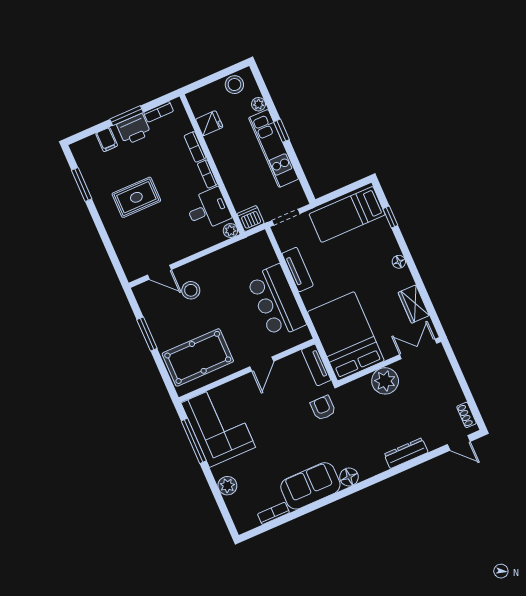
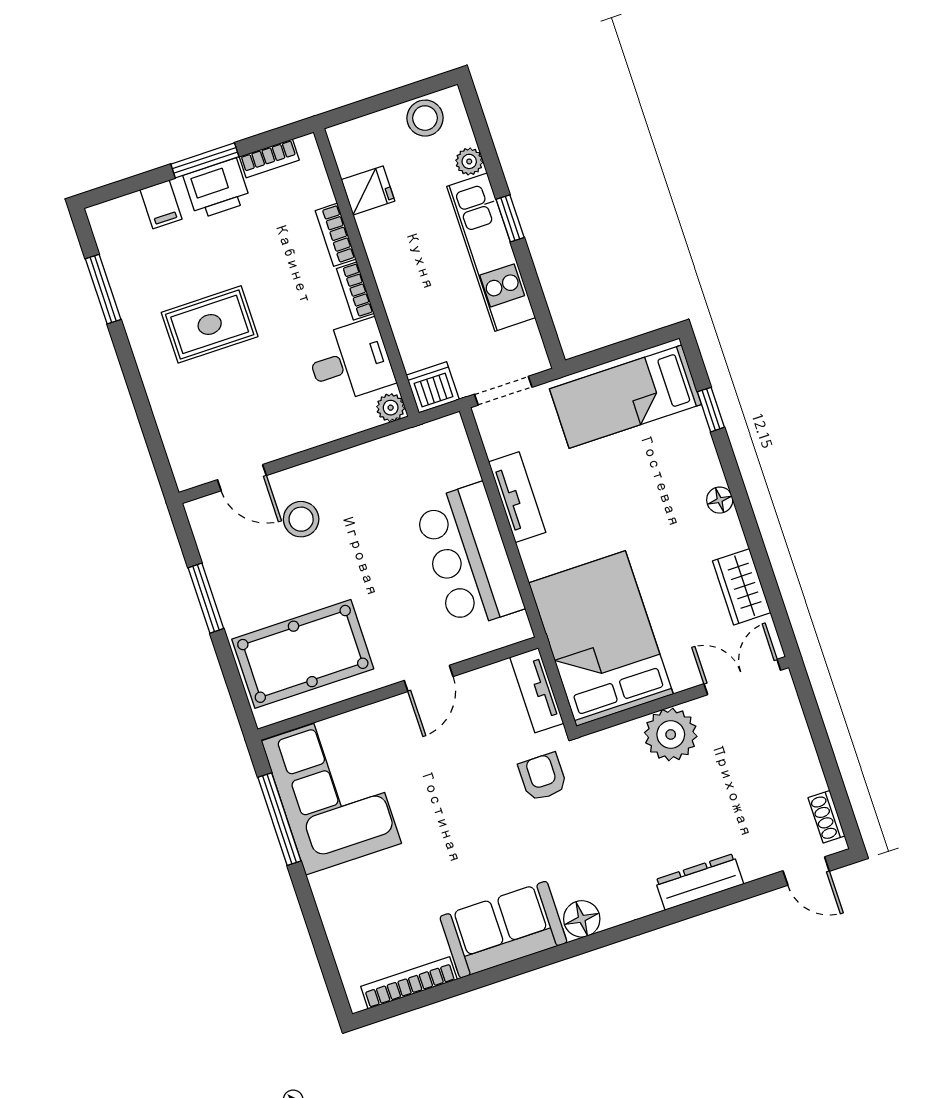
plant: (227, 486) -> (338, 914), removed
bookcase: (273, 513) -> (409, 983), width x1.56

